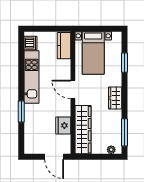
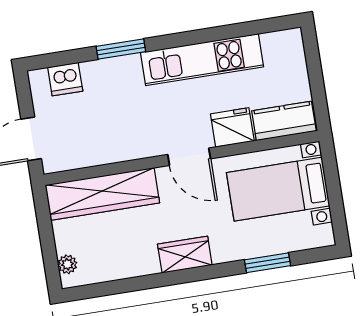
dishwasher: (31, 43) -> (65, 79), moved
door: (73, 89) -> (189, 157), swing flipped
fridge: (63, 125) -> (232, 127), moved
window: (124, 132) -> (111, 288), removed

